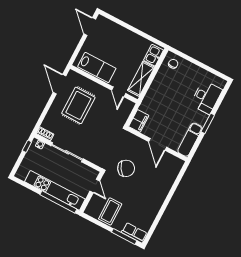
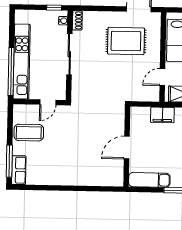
filing cabinet: (139, 121) -> (162, 115), moved
chair: (126, 168) -> (84, 127), removed

